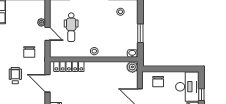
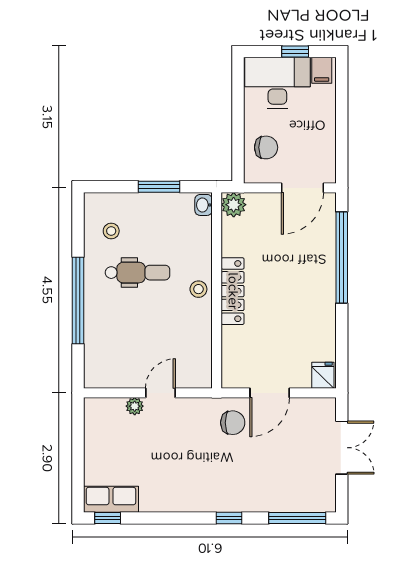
dental chair: (71, 27) -> (137, 273), moved
chair: (29, 52) -> (233, 423), moved
locker: (69, 66) -> (233, 291), moved
wheelchair: (15, 76) -> (253, 464), removed

